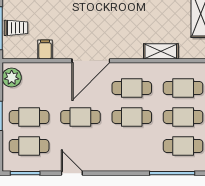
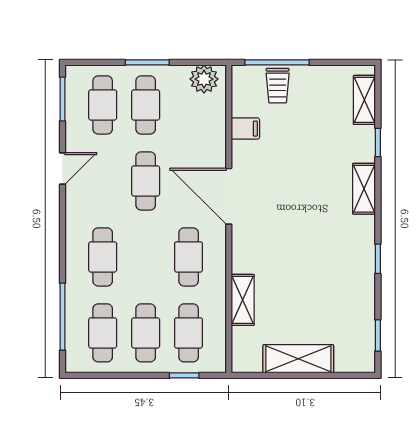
cafe table: (132, 117) -> (103, 257), moved

